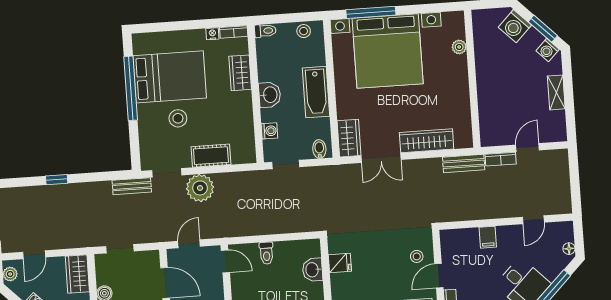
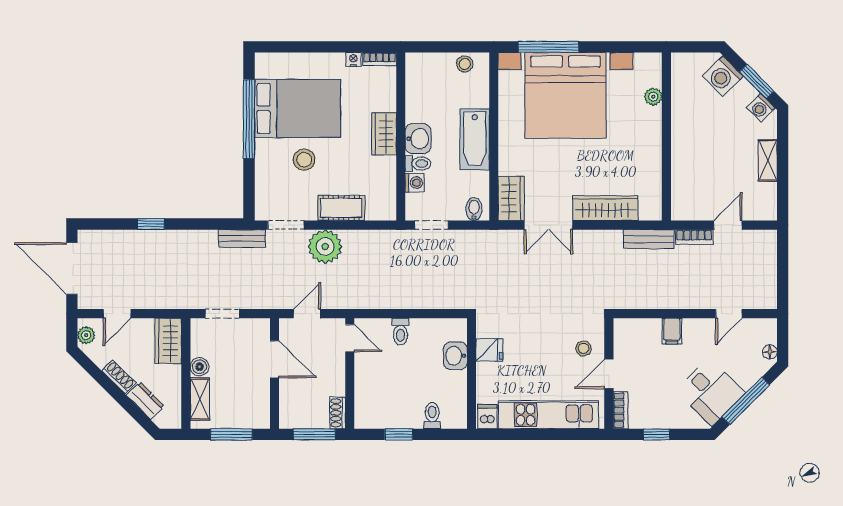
toilet: (265, 31) -> (418, 164), moved
wardrobe: (240, 73) -> (384, 134), moved

